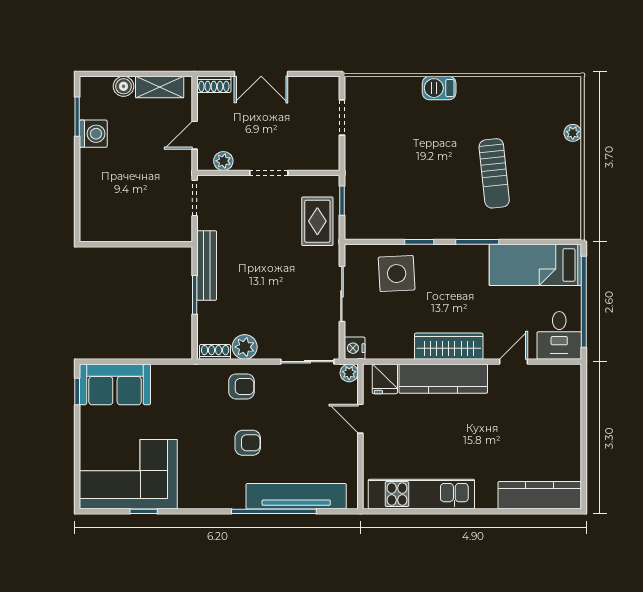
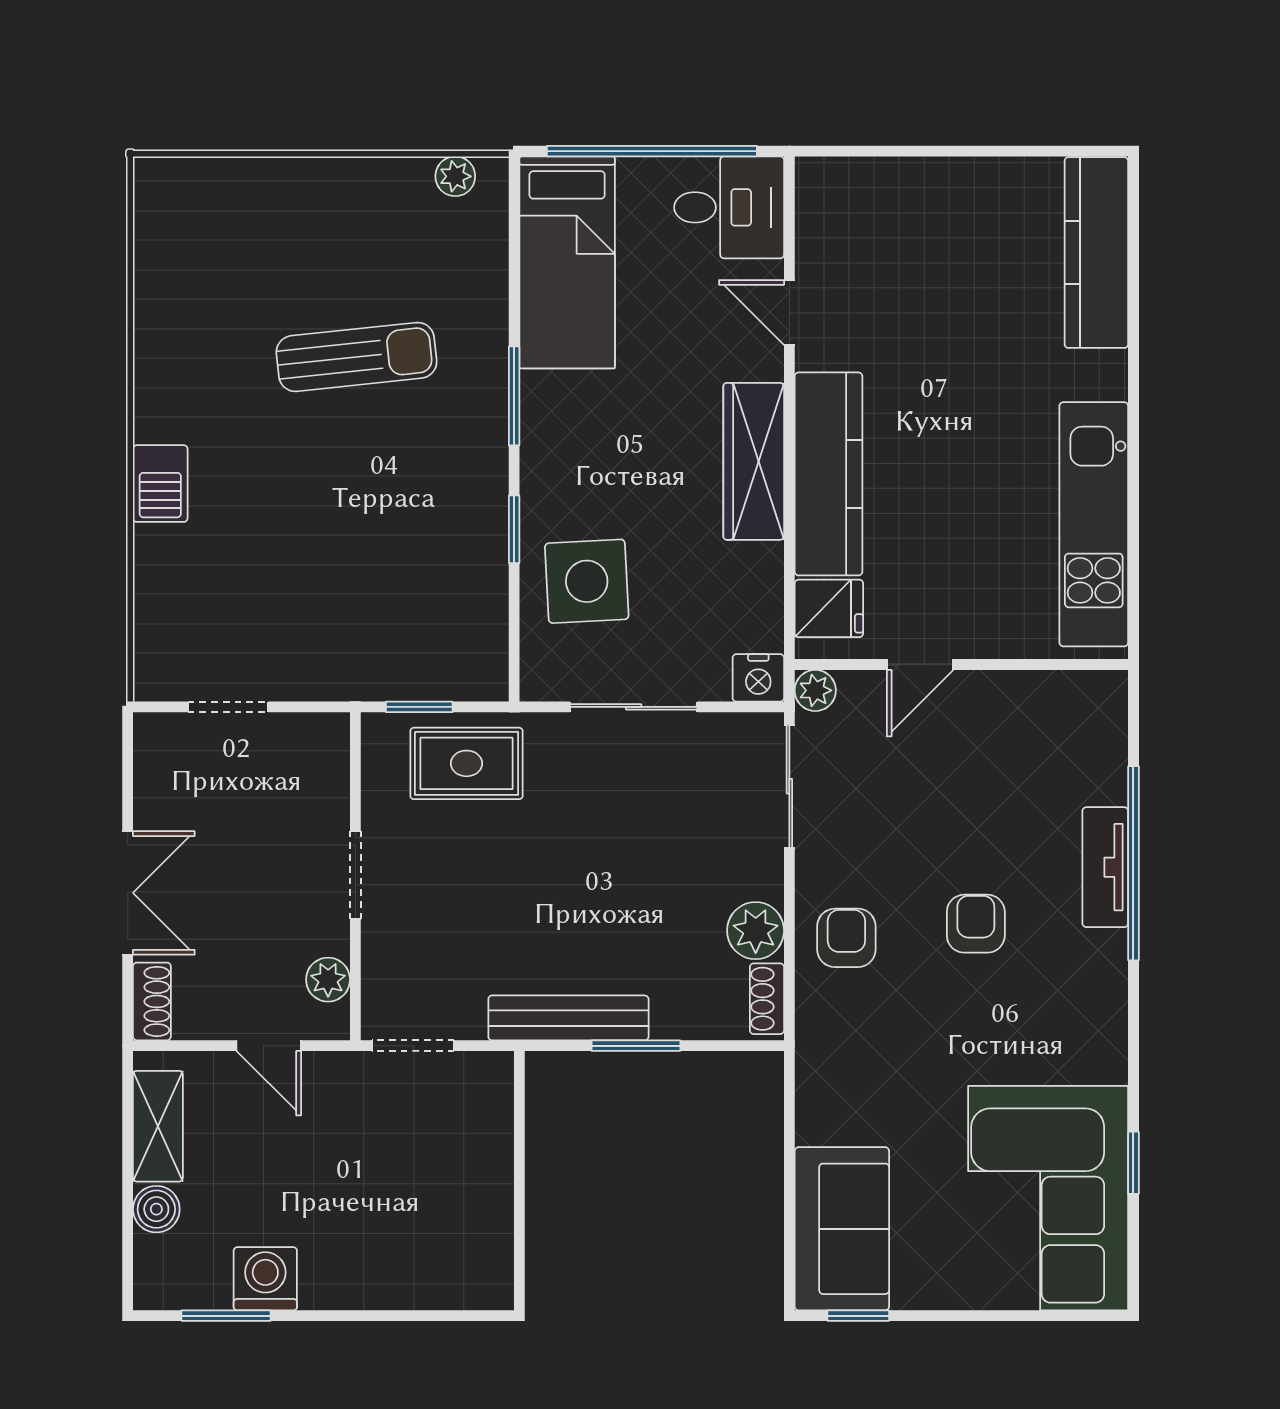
plant: (573, 133) -> (455, 176), moved
tv unit: (296, 496) -> (1105, 867), width x0.52, depth x0.78

